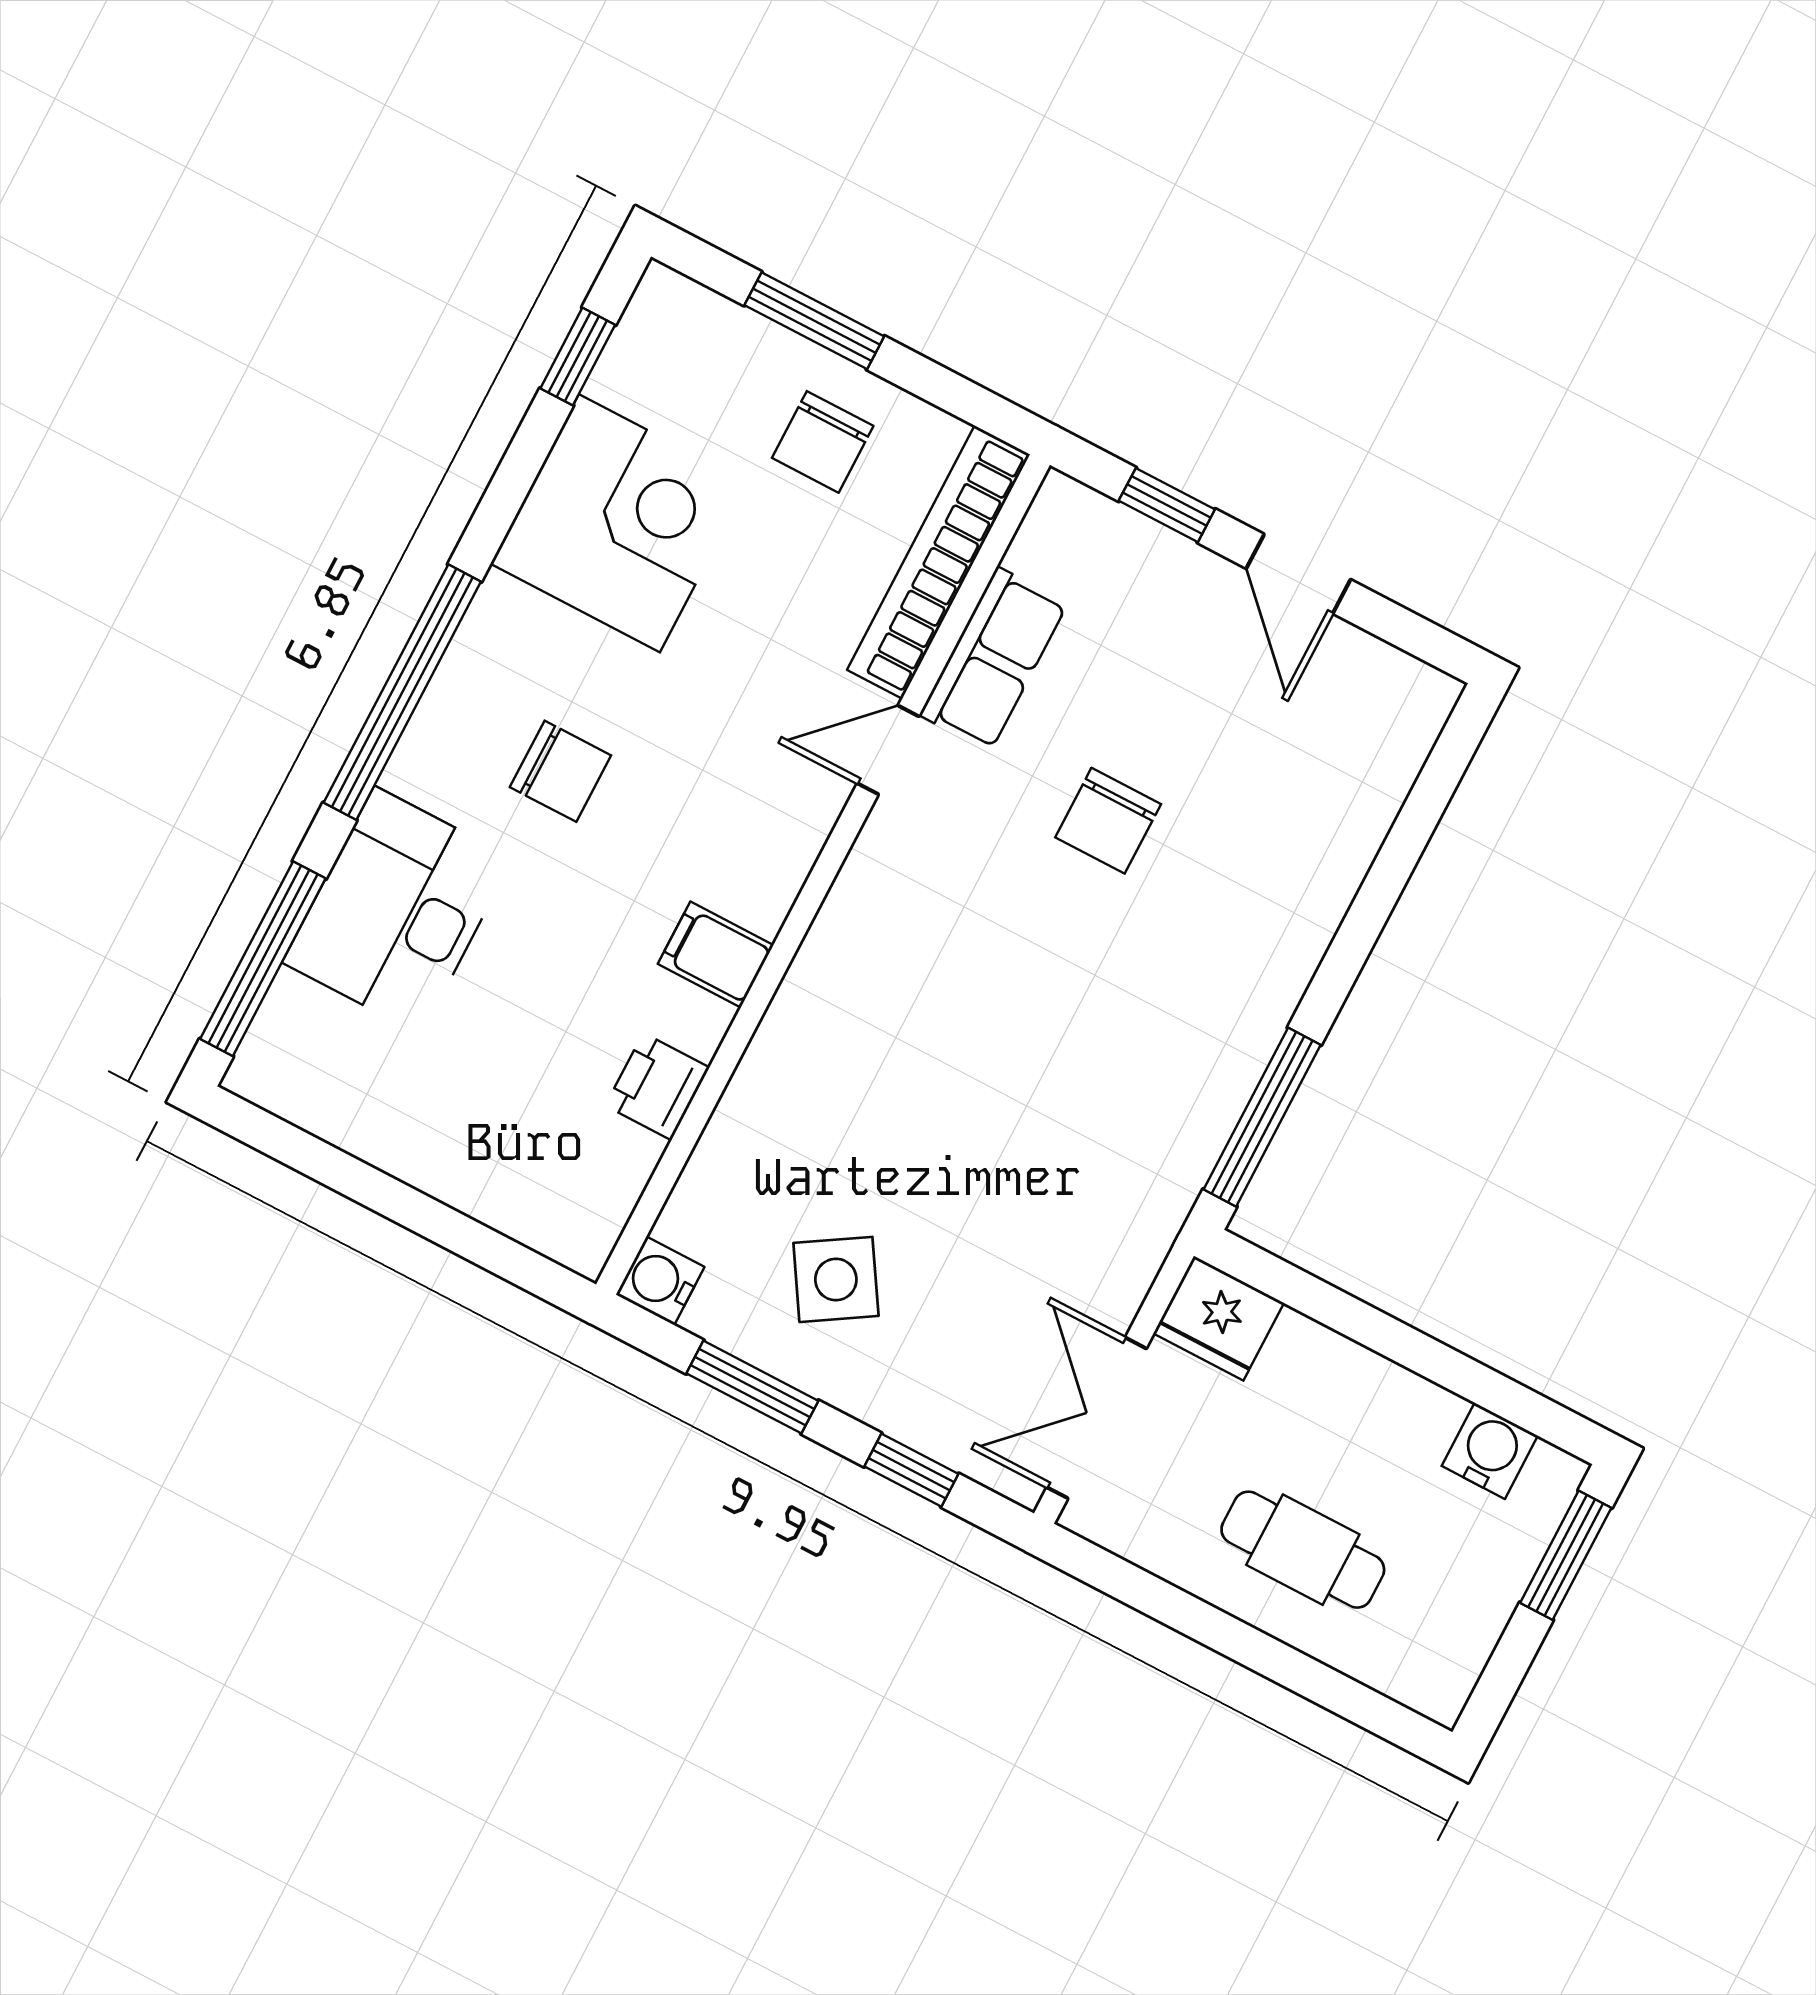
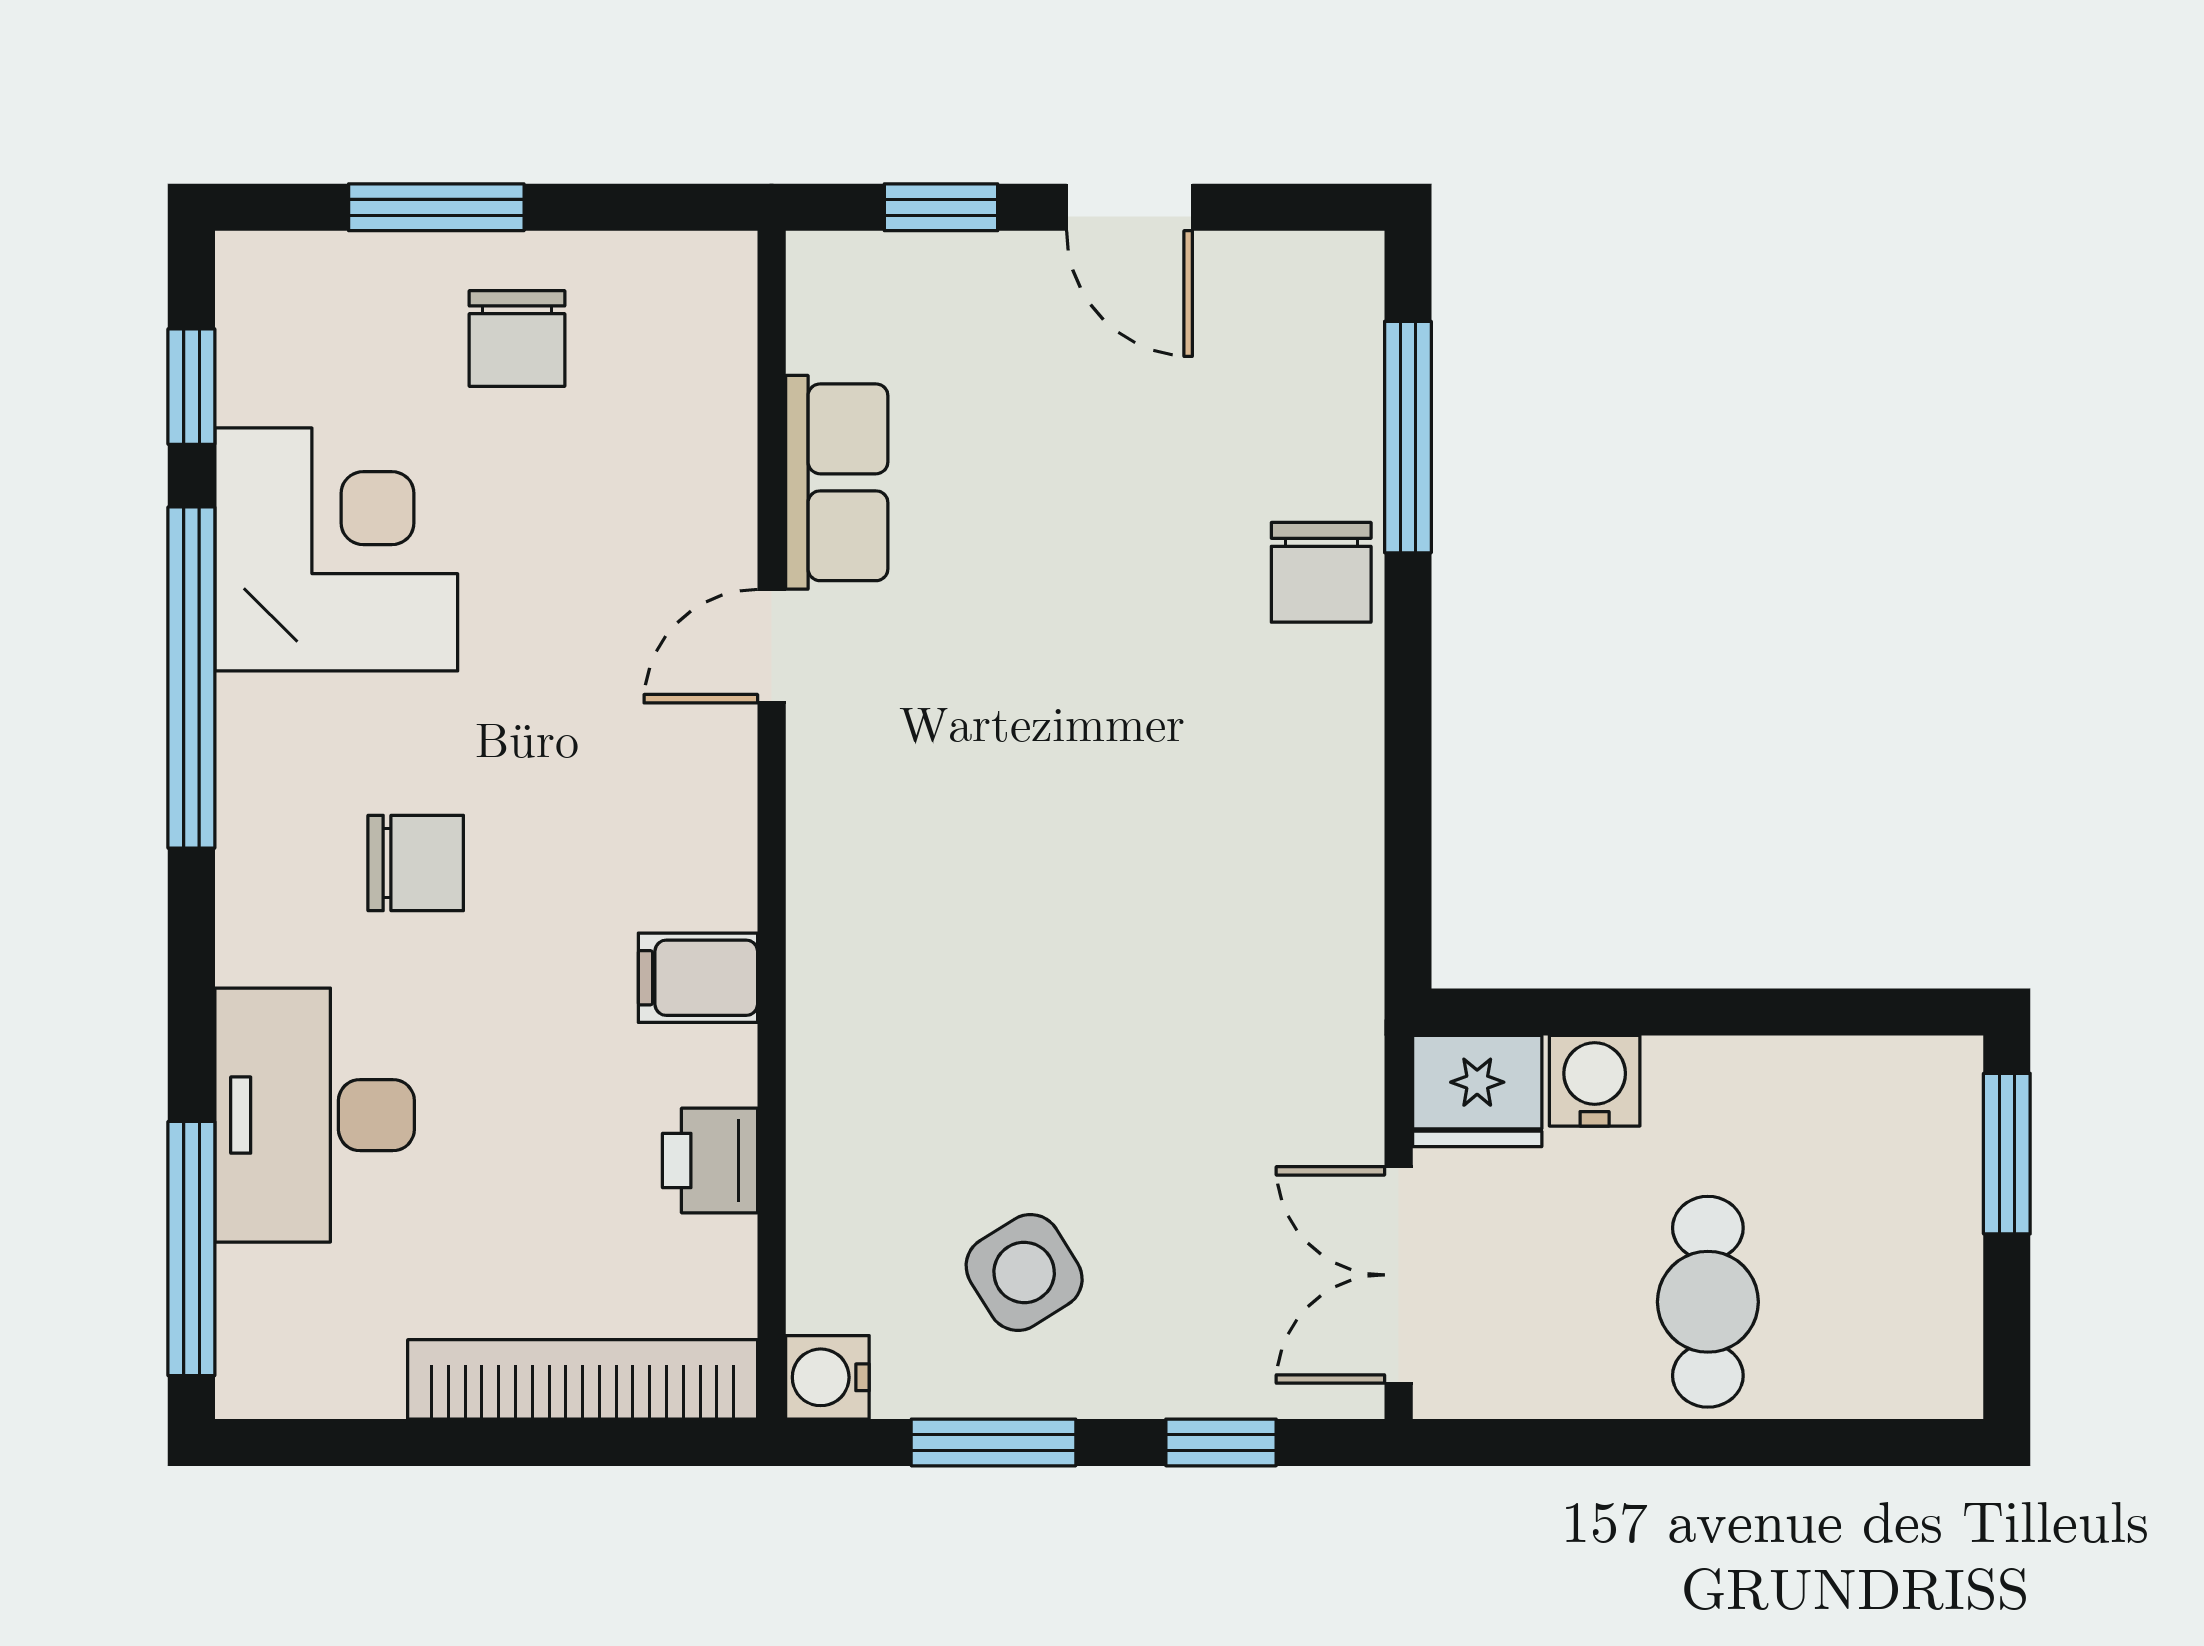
bookcase: (939, 562) -> (583, 1379), moved, turned 90
window: (402, 692) -> (191, 678), moved
chair: (1108, 821) -> (1321, 572), moved
window: (1262, 1117) -> (1408, 437), moved
water cooler: (1490, 1451) -> (1595, 1081), moved
cafe table: (1303, 1550) -> (1708, 1302), turned 90

